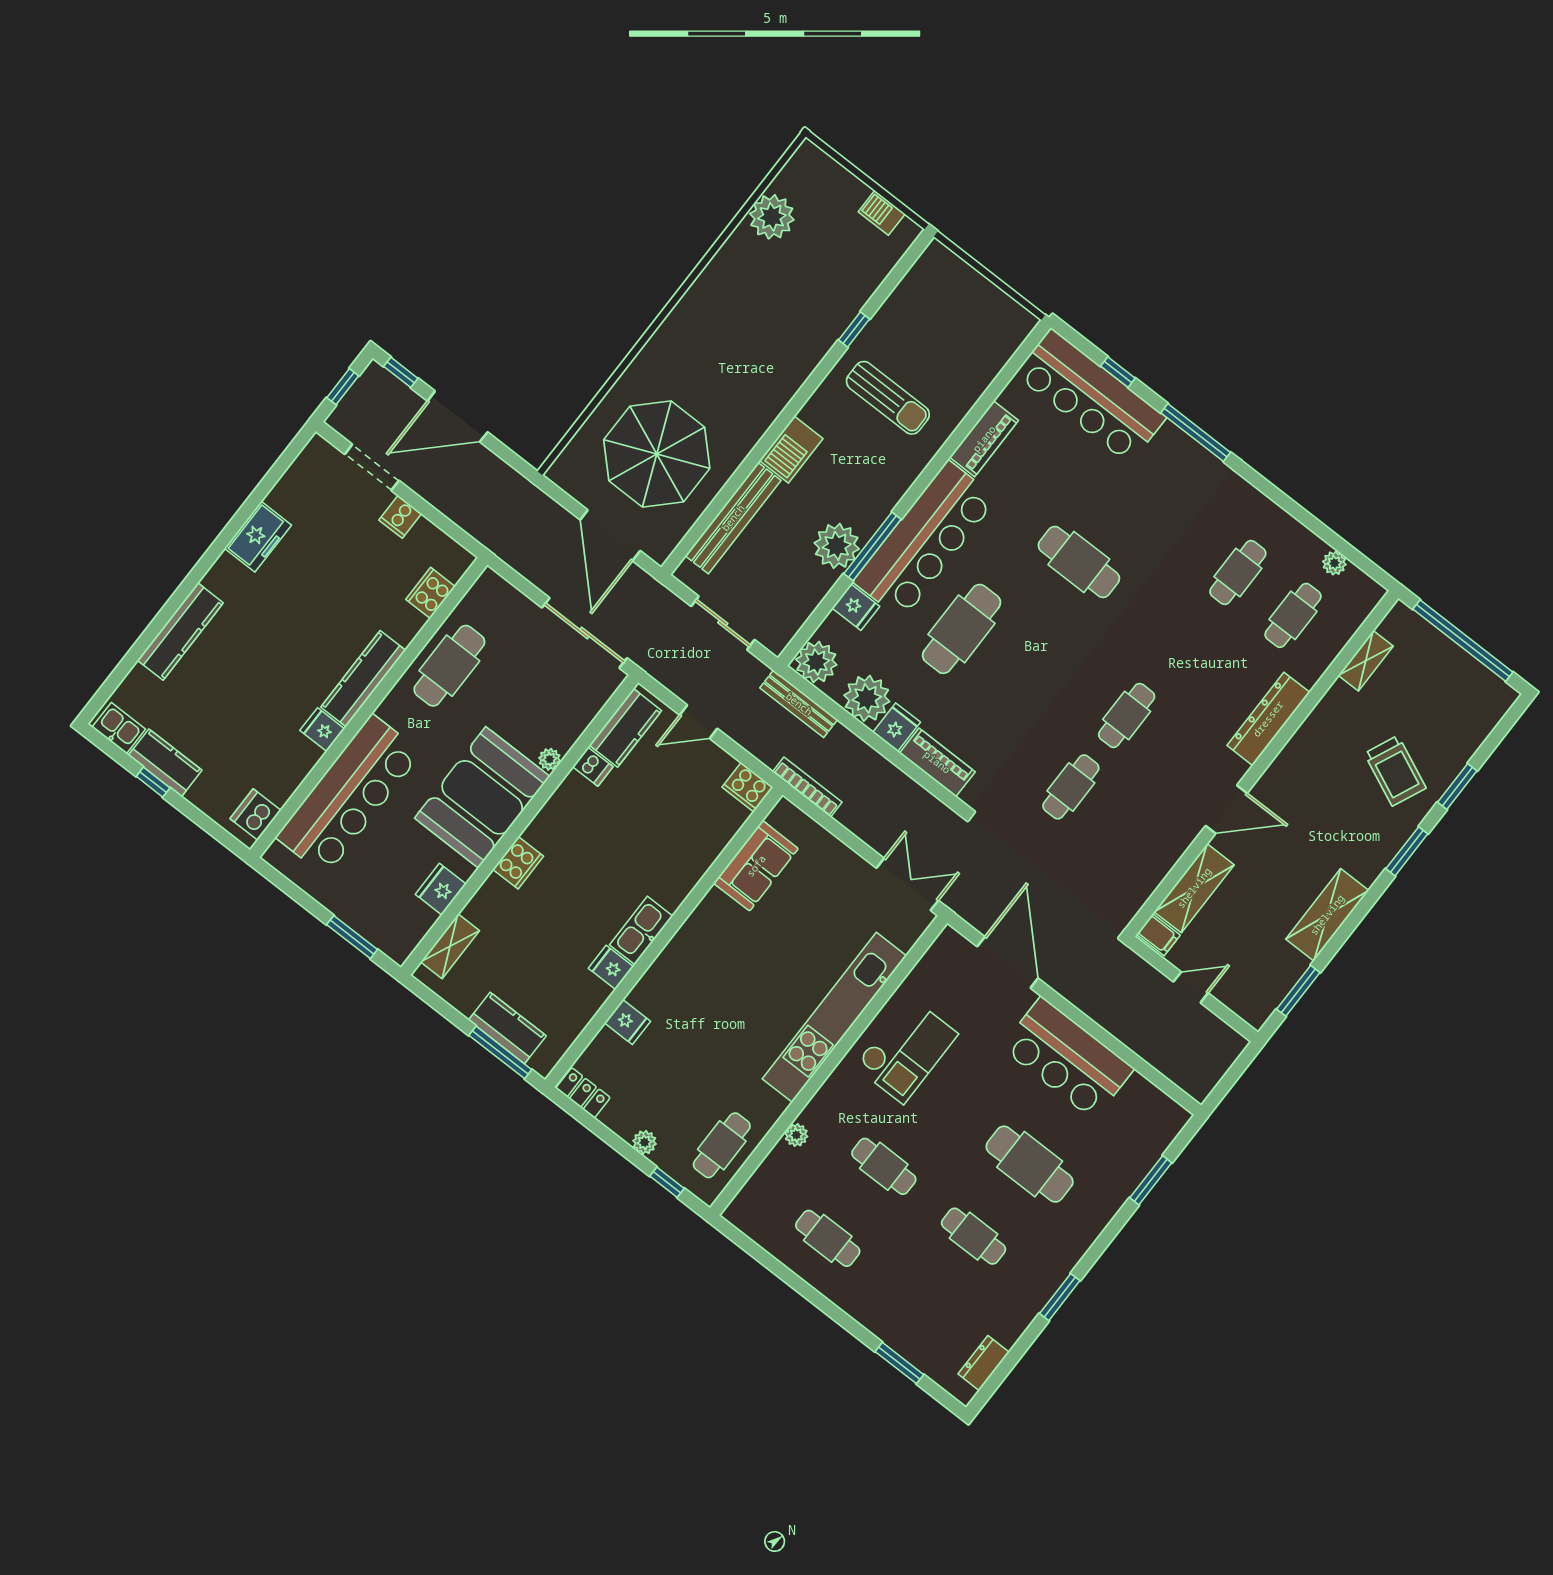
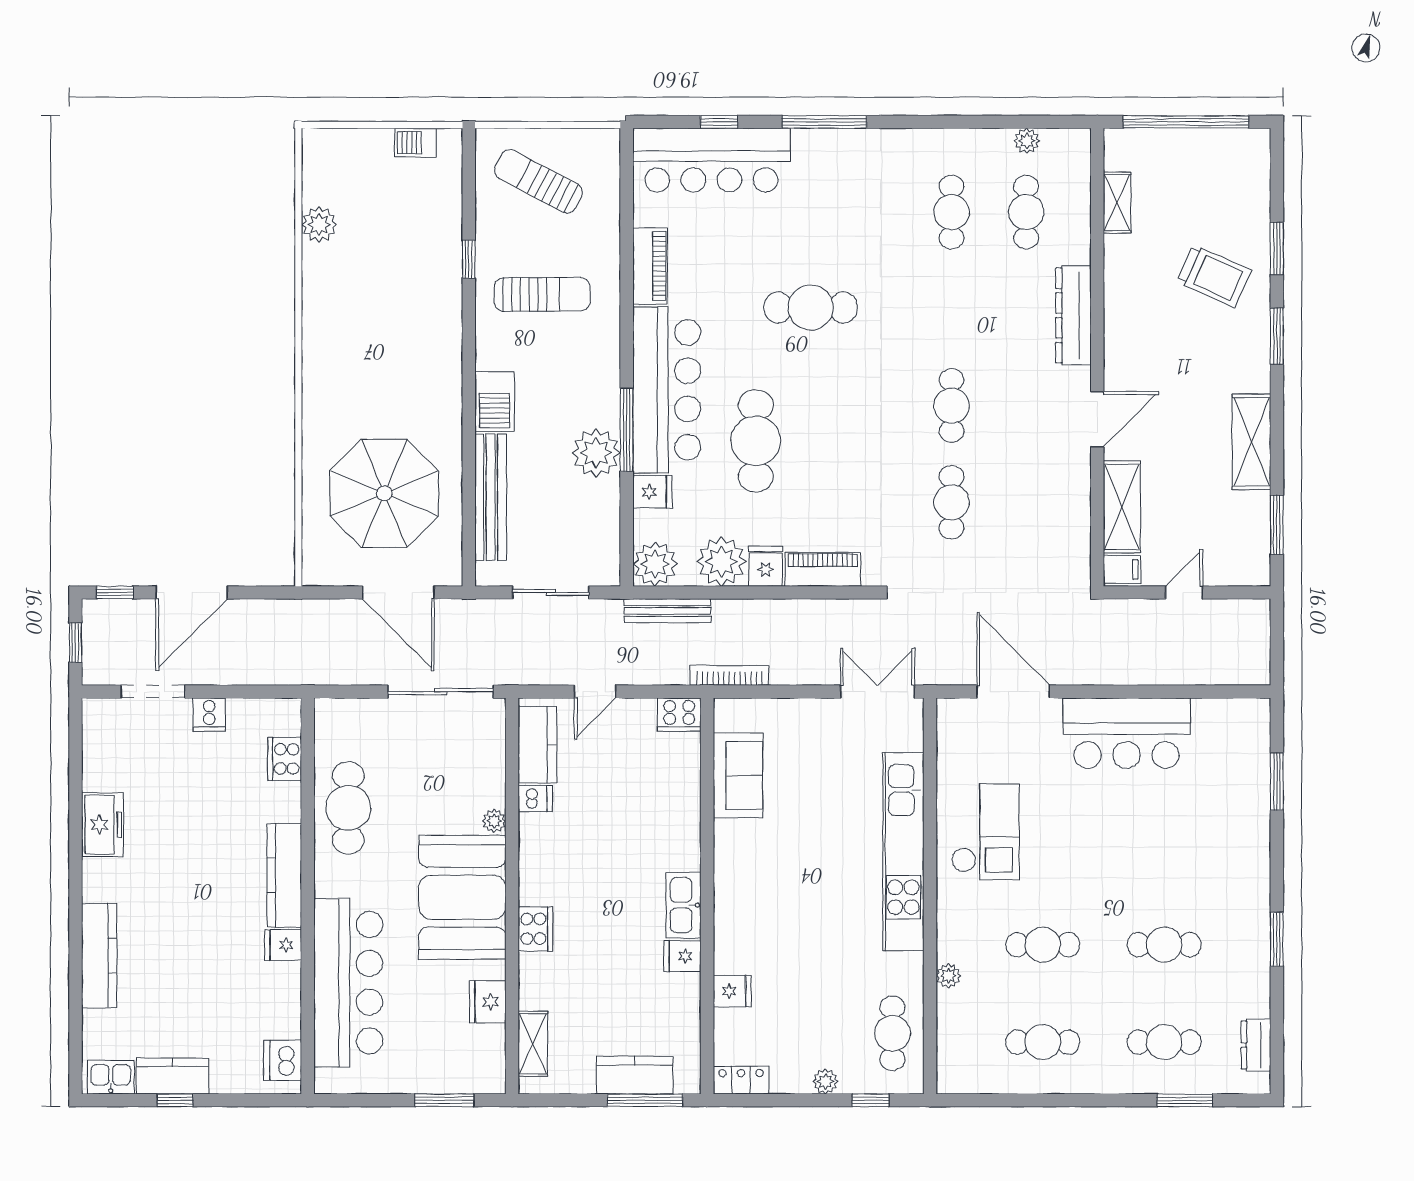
plant: (772, 217) -> (319, 224), width x0.73, depth x0.73
sun lounger: (950, 312) -> (538, 181), added
cafe table: (1030, 1164) -> (1164, 1042), moved, width x0.73, depth x0.74

